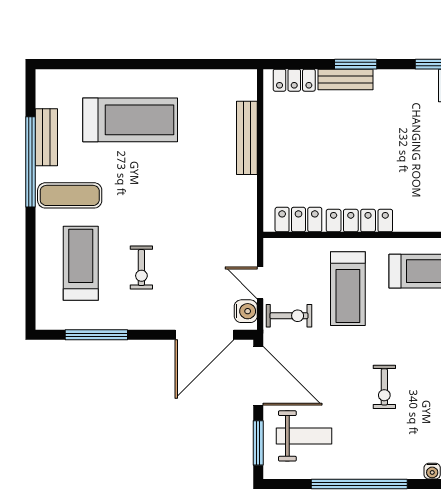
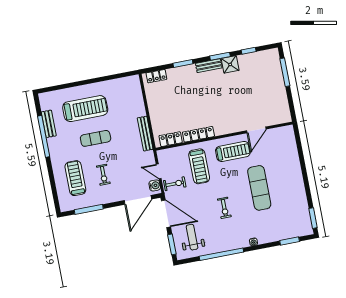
bench: (345, 79) -> (209, 66), moved
bench: (247, 138) -> (145, 134), moved
exercise mat: (70, 195) -> (96, 138), moved
weight bench: (304, 436) -> (192, 237), turned -90

